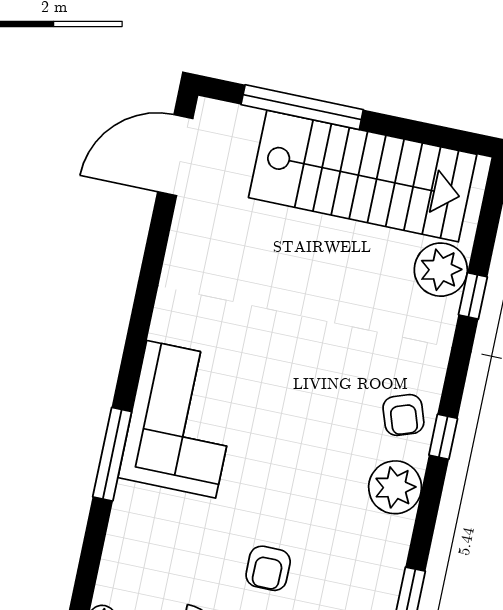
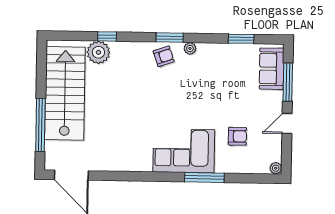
window: (443, 437) -> (170, 38), width x1.50
plant: (395, 487) -> (190, 48), width x0.53, depth x0.53
armchair: (268, 568) -> (237, 136), moved

